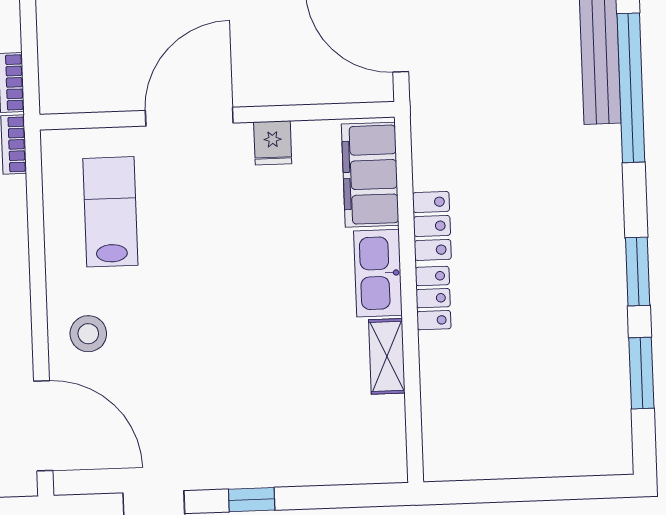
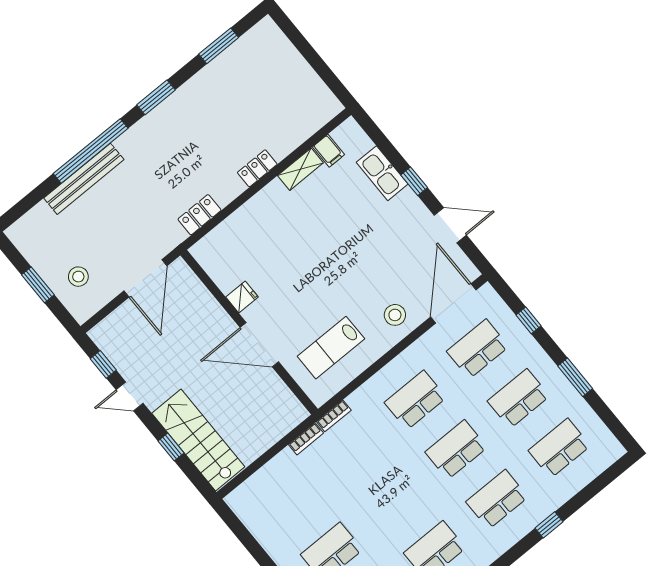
filing cabinet: (370, 175) -> (329, 151), moved, width x0.33, depth x0.86
locker: (432, 226) -> (199, 215), moved
window: (638, 272) -> (156, 97), moved
kitchen sink: (378, 273) -> (382, 173), moved, turned 90

